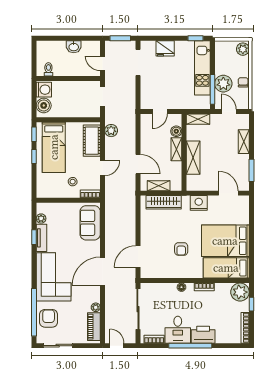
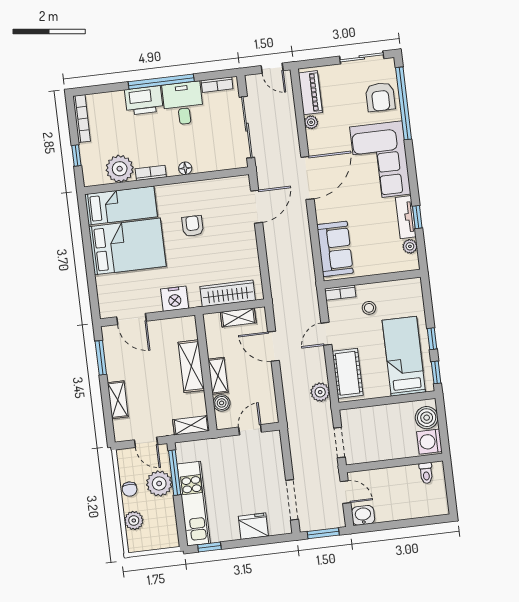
washbasin: (74, 47) -> (363, 515), moved
plant: (243, 49) -> (134, 520), moved
plant: (240, 292) -> (120, 169), moved

